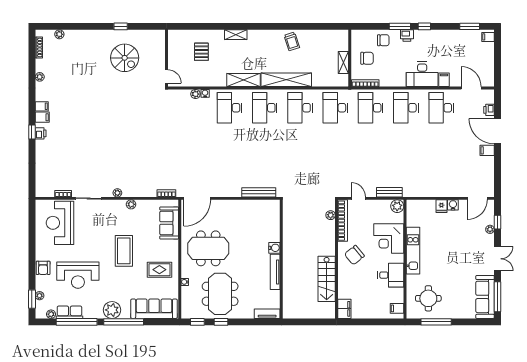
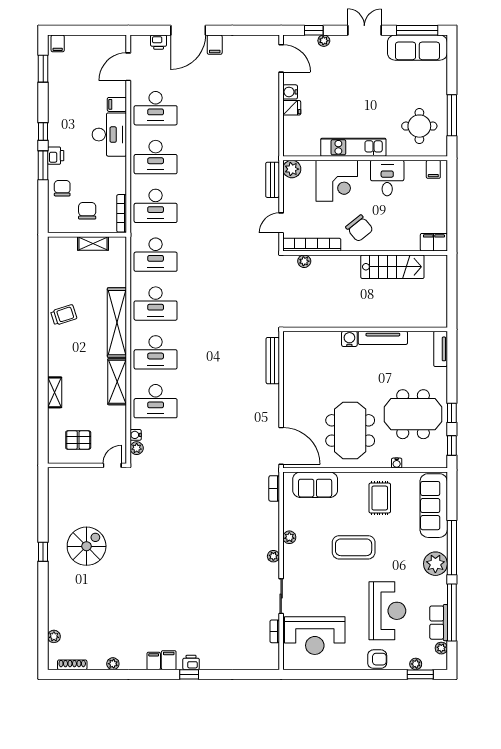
wall: (166, 58) -> (87, 465), moved
door: (166, 76) -> (112, 465), moved

